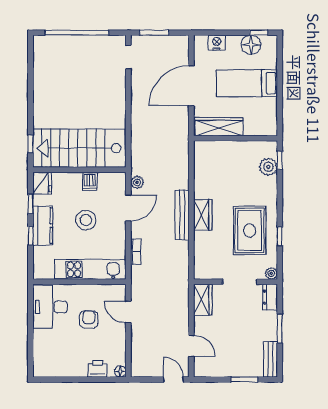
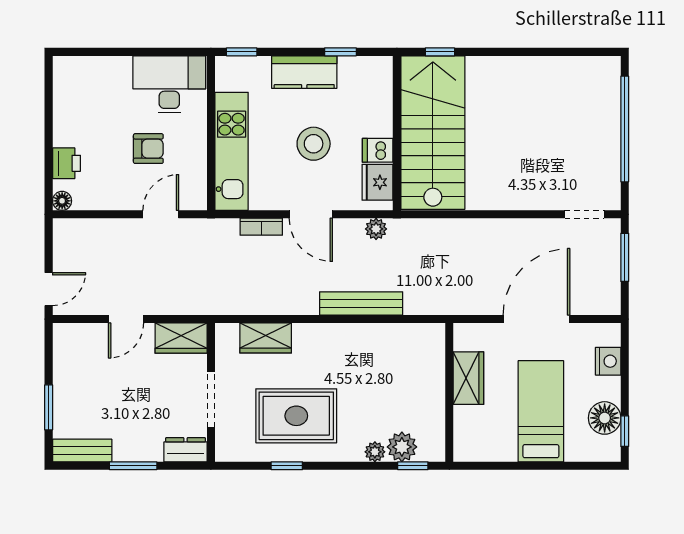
door: (191, 86) -> (536, 319), hinge flipped
wardrobe: (219, 127) -> (468, 378), width x0.67
fridge: (42, 183) -> (378, 182), moved, turned 90
door: (128, 208) -> (311, 214), moved
bench: (182, 215) -> (361, 303), moved
wardrobe: (203, 215) -> (266, 338), moved
window: (31, 236) -> (242, 52), moved
plant: (271, 273) -> (375, 452), moved
door: (191, 346) -> (126, 319), moved

